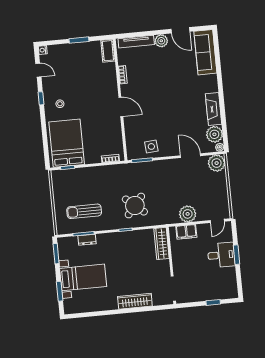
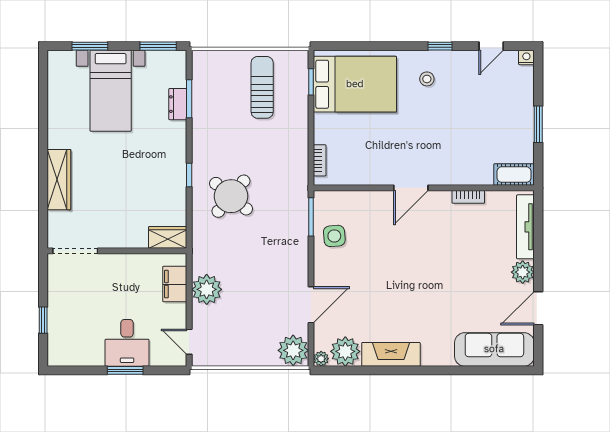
sun lounger: (84, 211) -> (262, 87), moved
wardrobe: (162, 243) -> (168, 237), width x0.67

